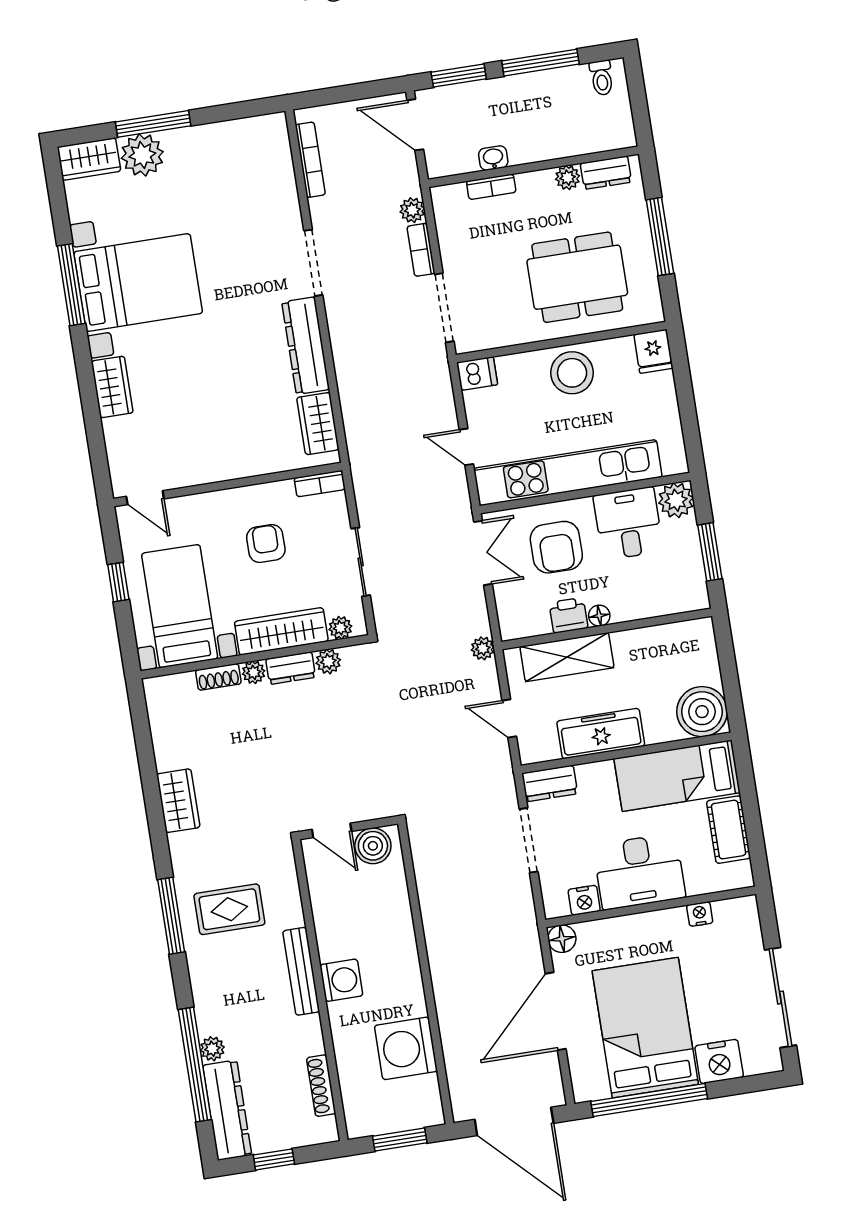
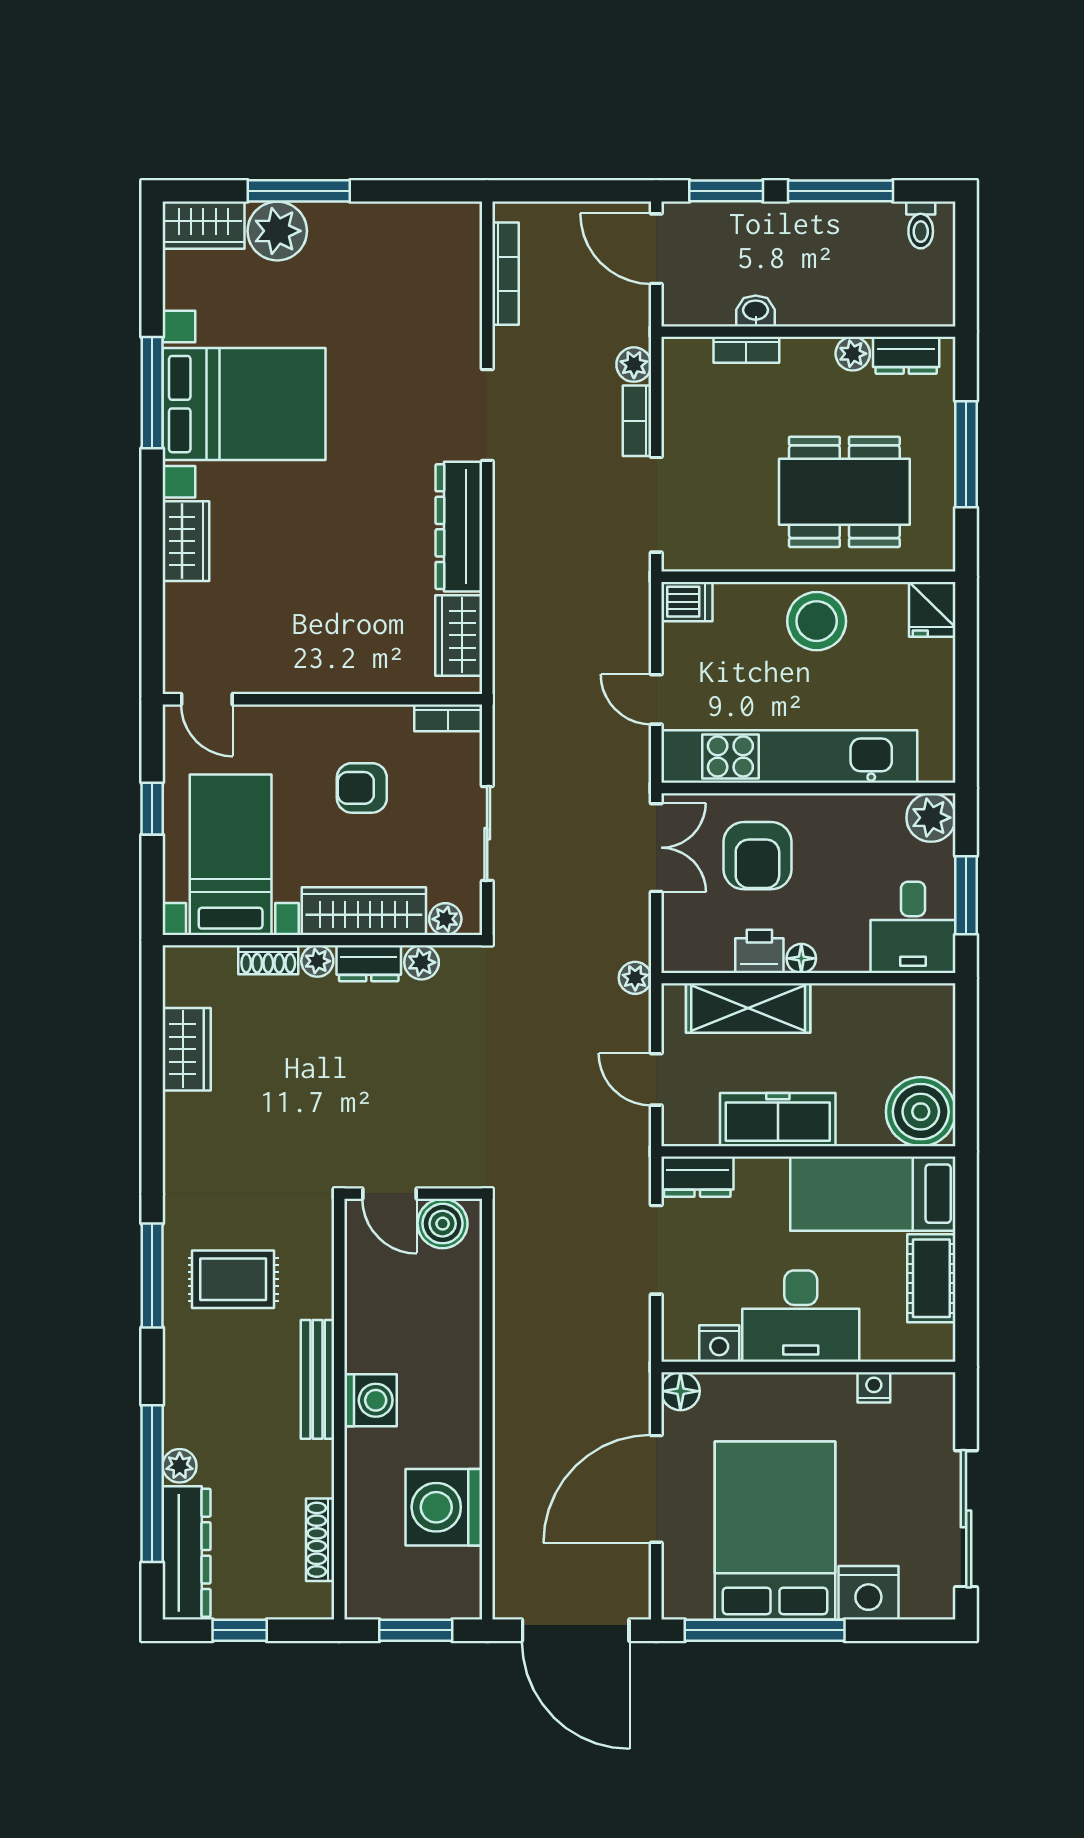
desk: (628, 523) -> (913, 927), moved, turned 180
armchair: (266, 544) -> (362, 788), turned -90
wardrobe: (178, 801) -> (187, 1049), moved

